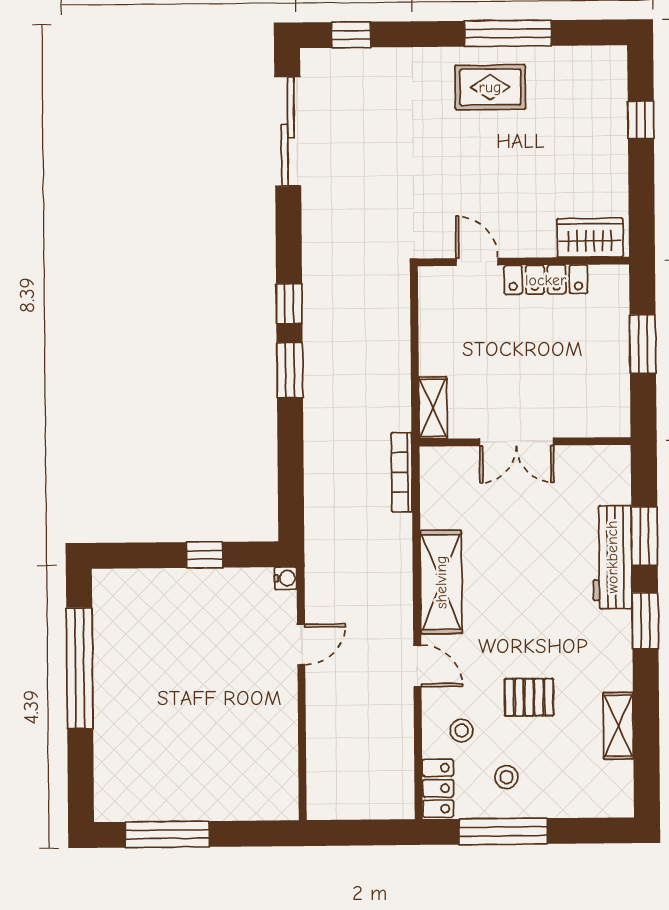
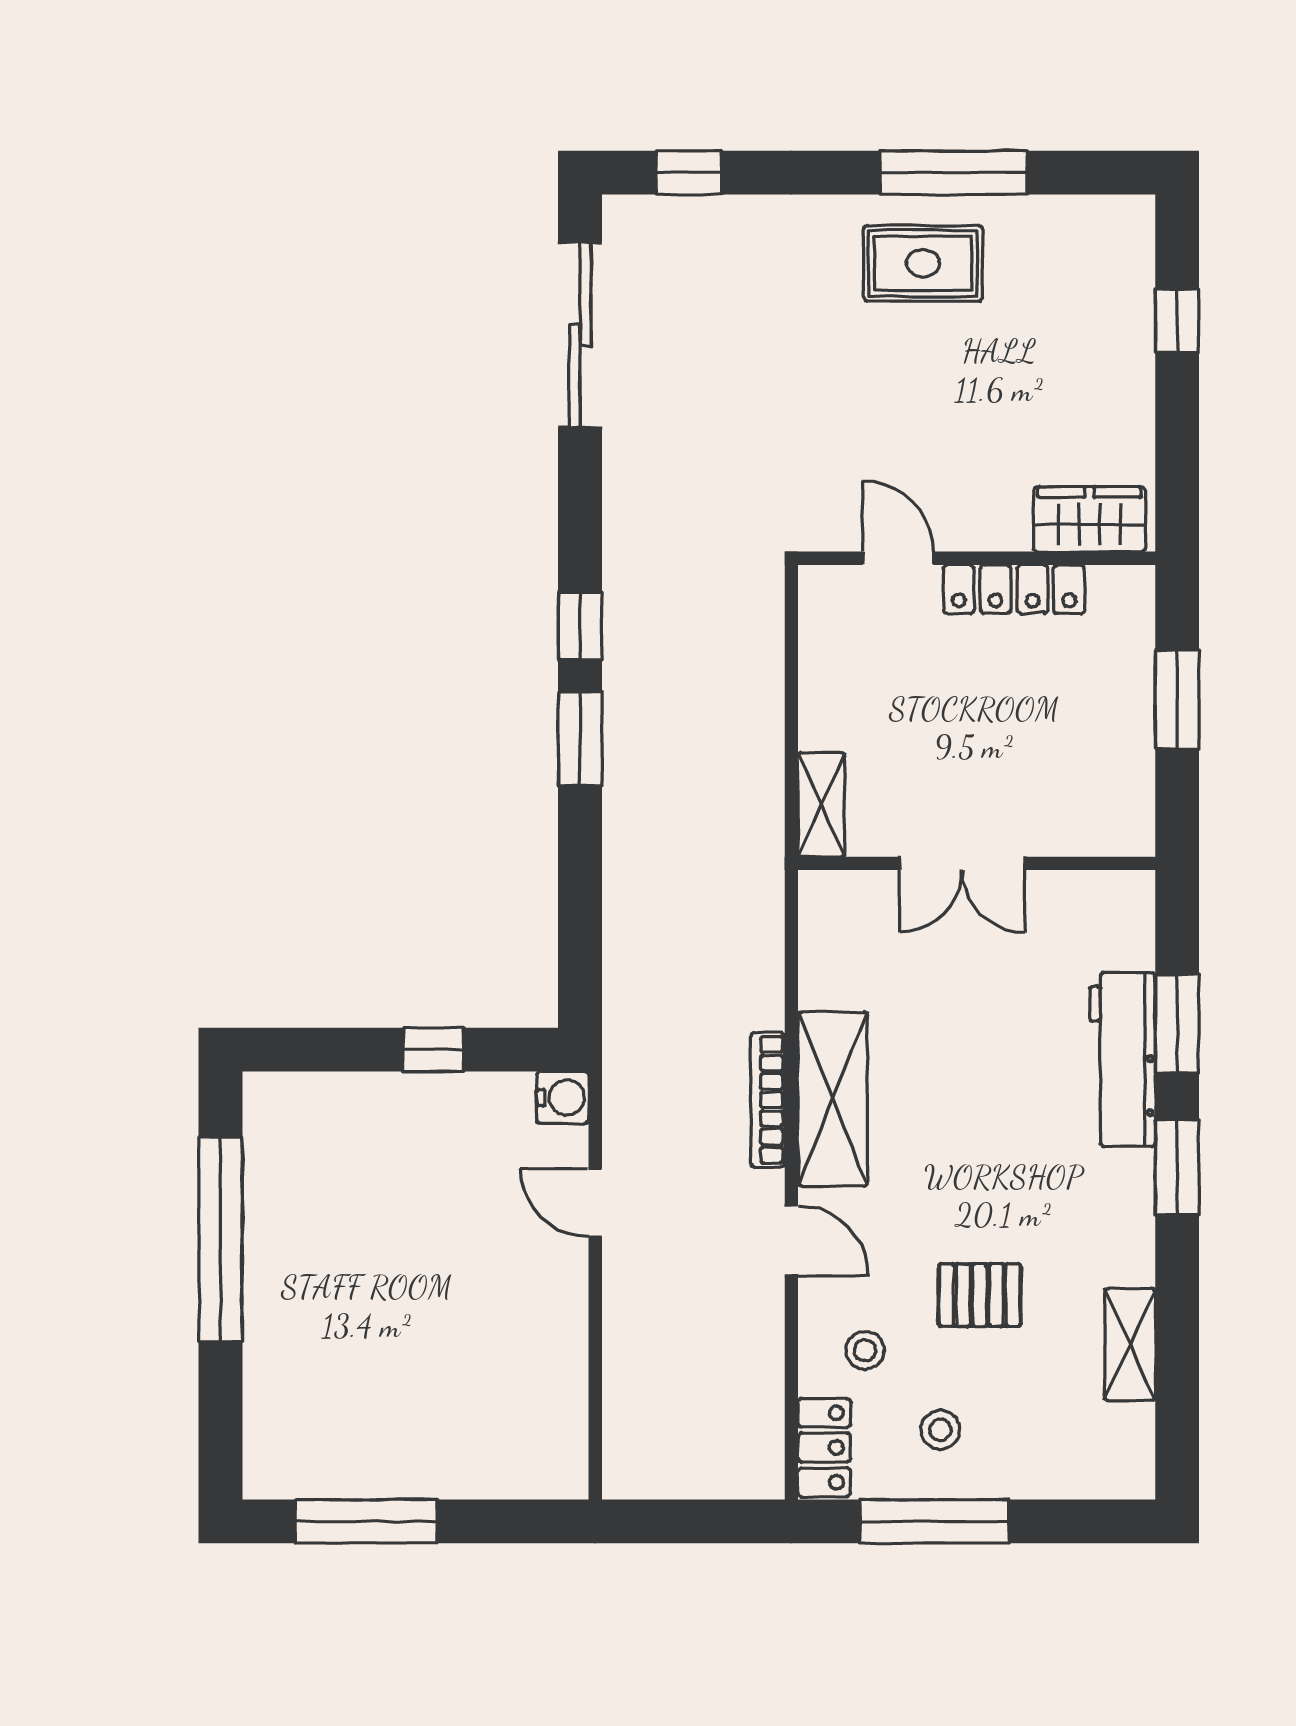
bookcase: (402, 472) -> (768, 1100), moved
water cooler: (286, 578) -> (563, 1097), width x1.38, depth x1.38
door: (301, 645) -> (595, 1203), swing flipped

